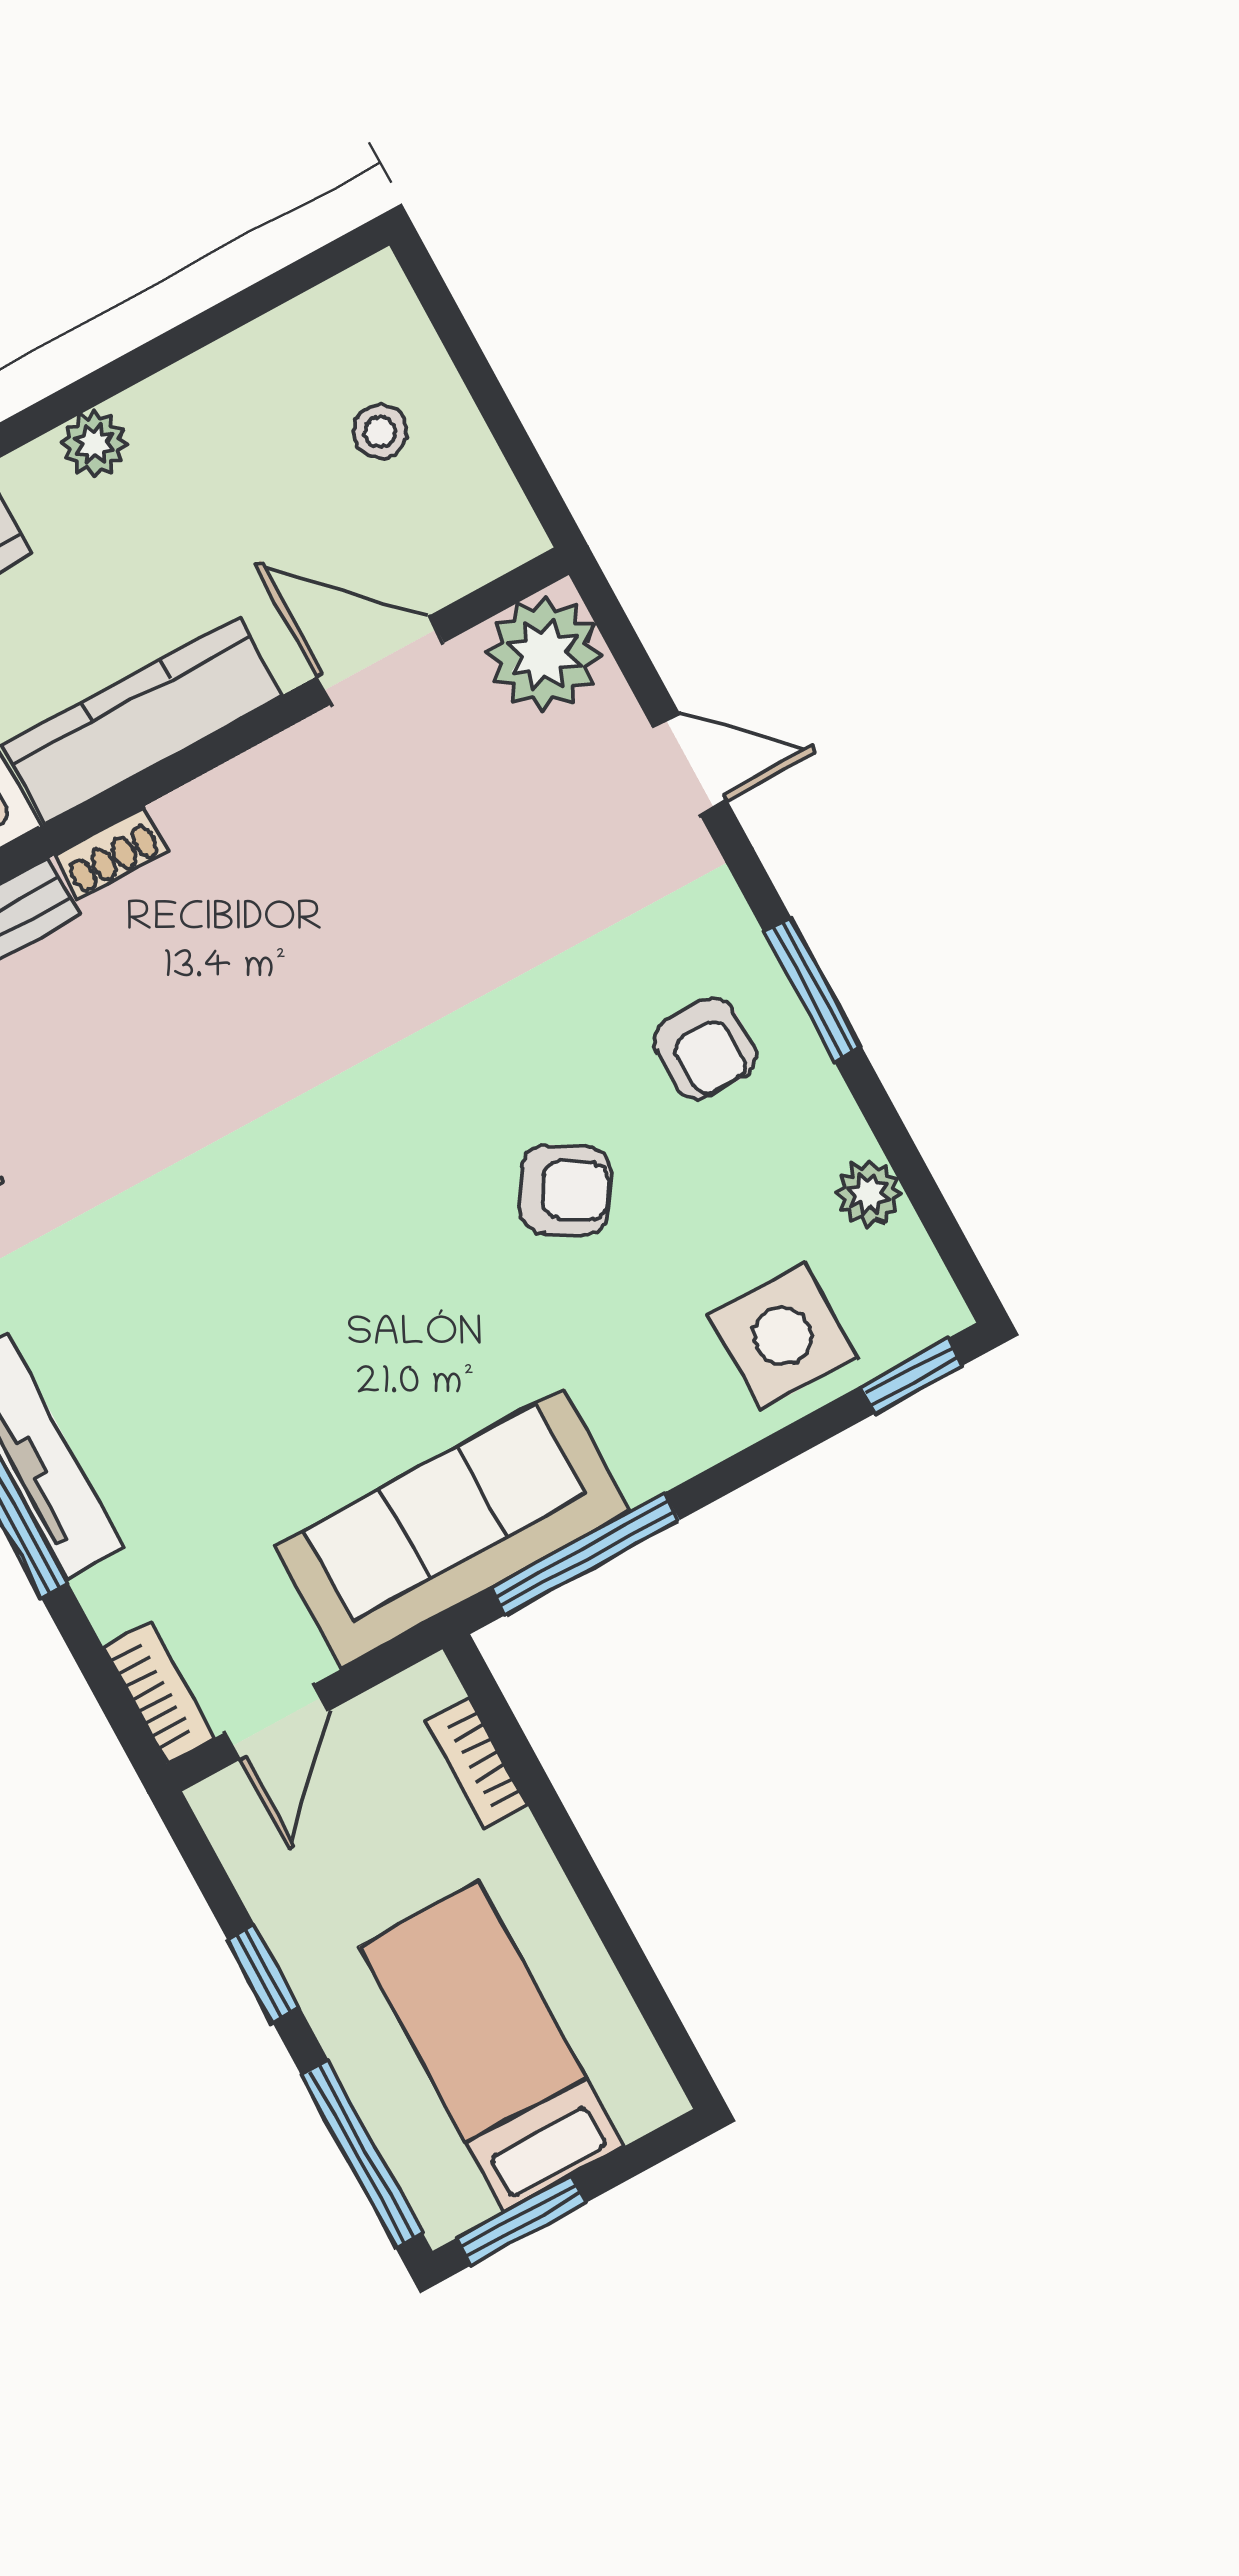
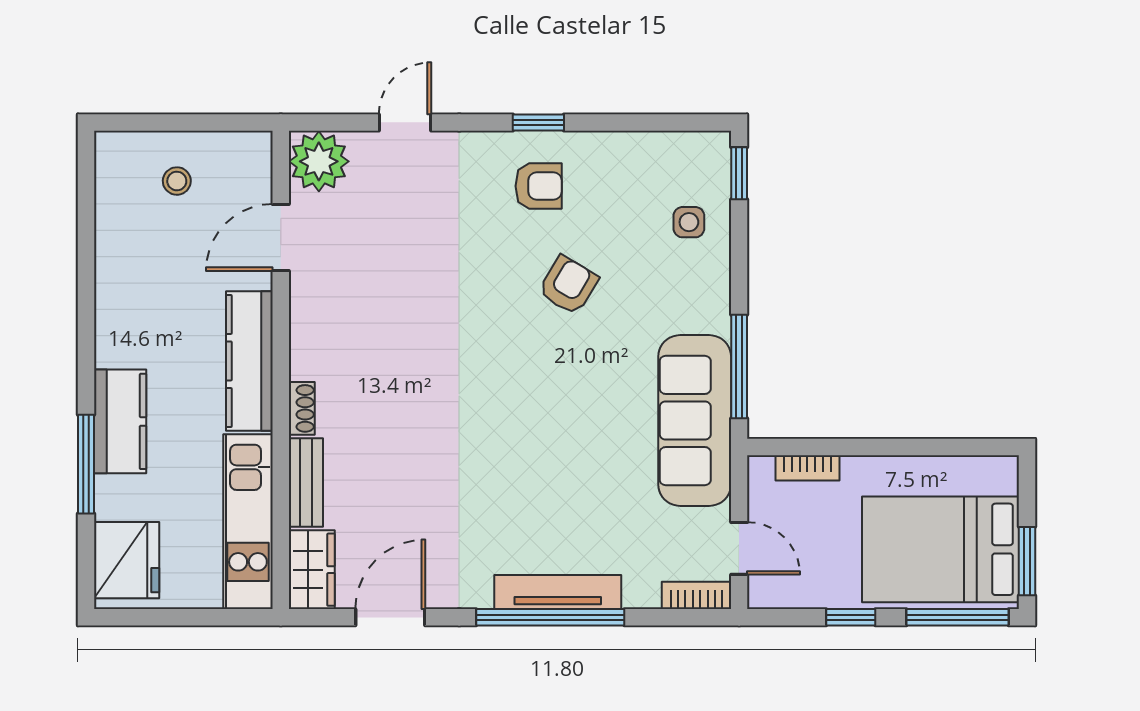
plant: (94, 444) -> (111, 314), removed
window: (812, 989) -> (538, 122), width x0.67
plant: (869, 1194) -> (646, 148), removed
side table: (783, 1336) -> (689, 222), width x0.54, depth x0.54
bed: (491, 2047) -> (941, 549), width x1.50

